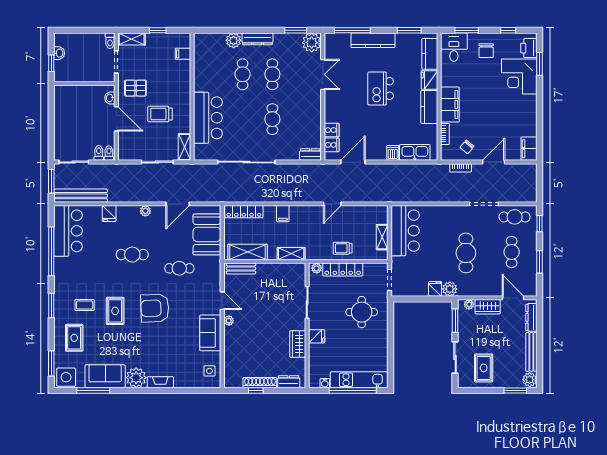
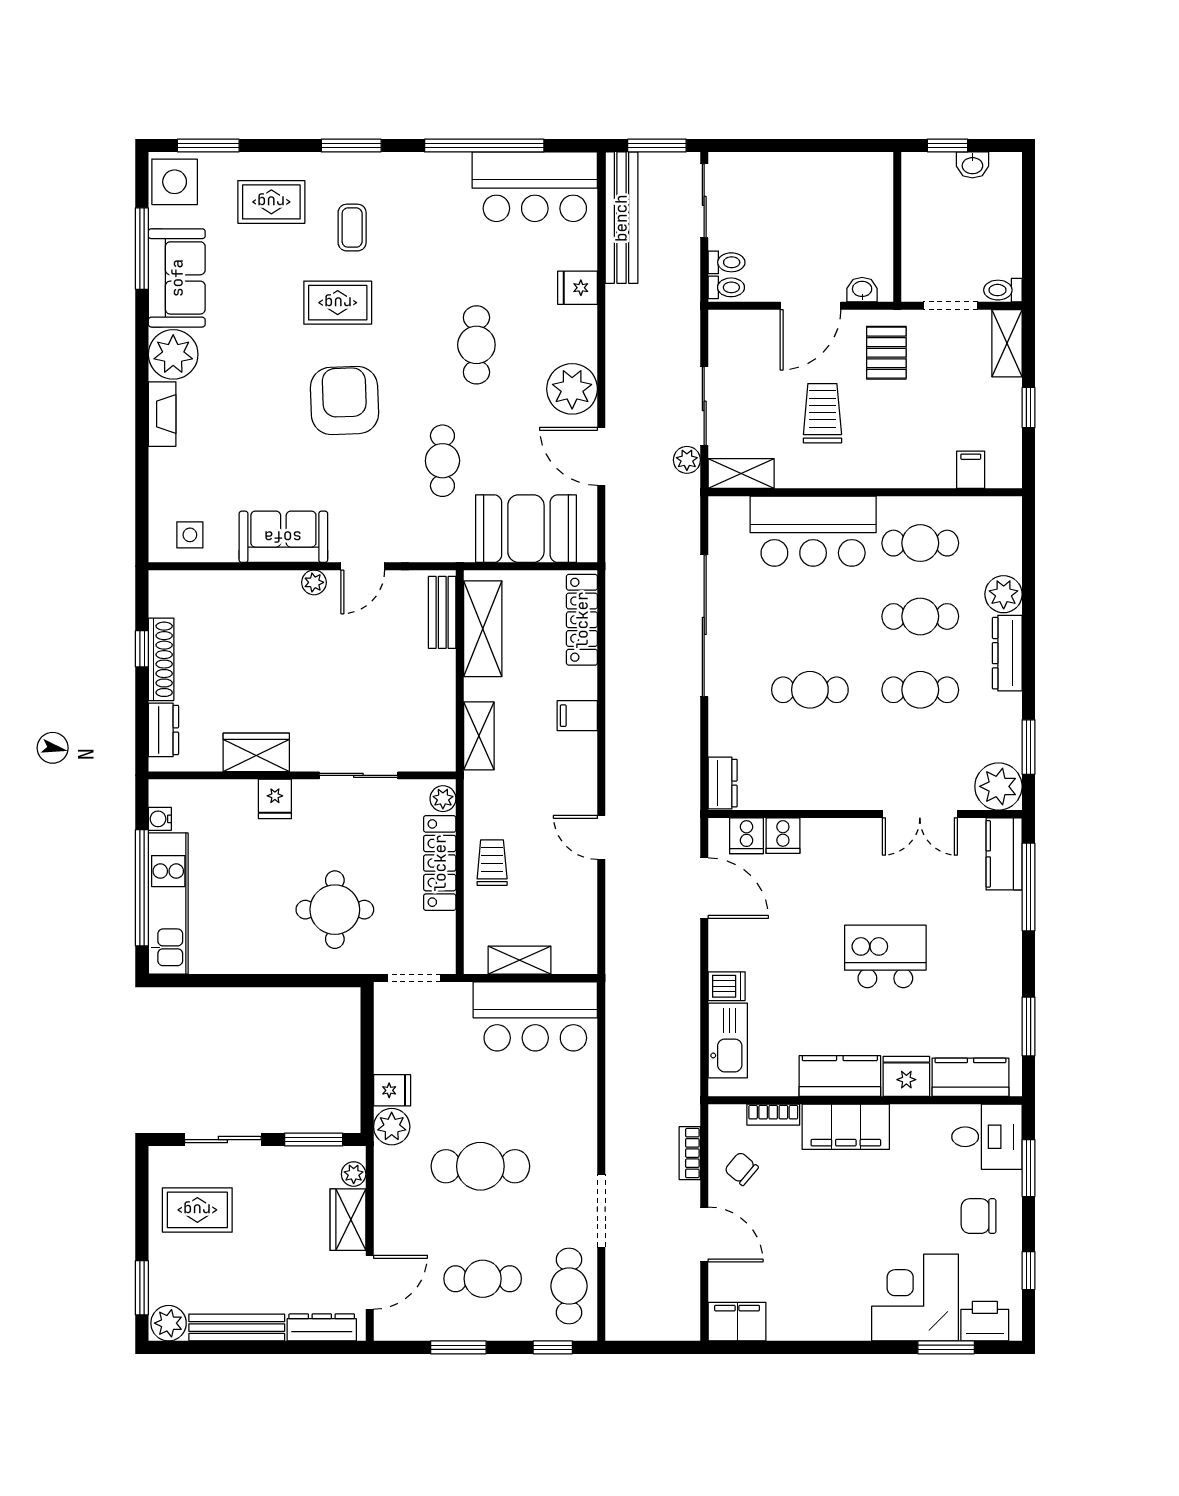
kitchen counter: (373, 40) -> (1004, 854), moved, width x0.67
cafe table: (213, 74) -> (920, 543), added
plant: (179, 169) -> (687, 460), added
plant: (145, 211) -> (572, 389), width x1.88, depth x1.88

